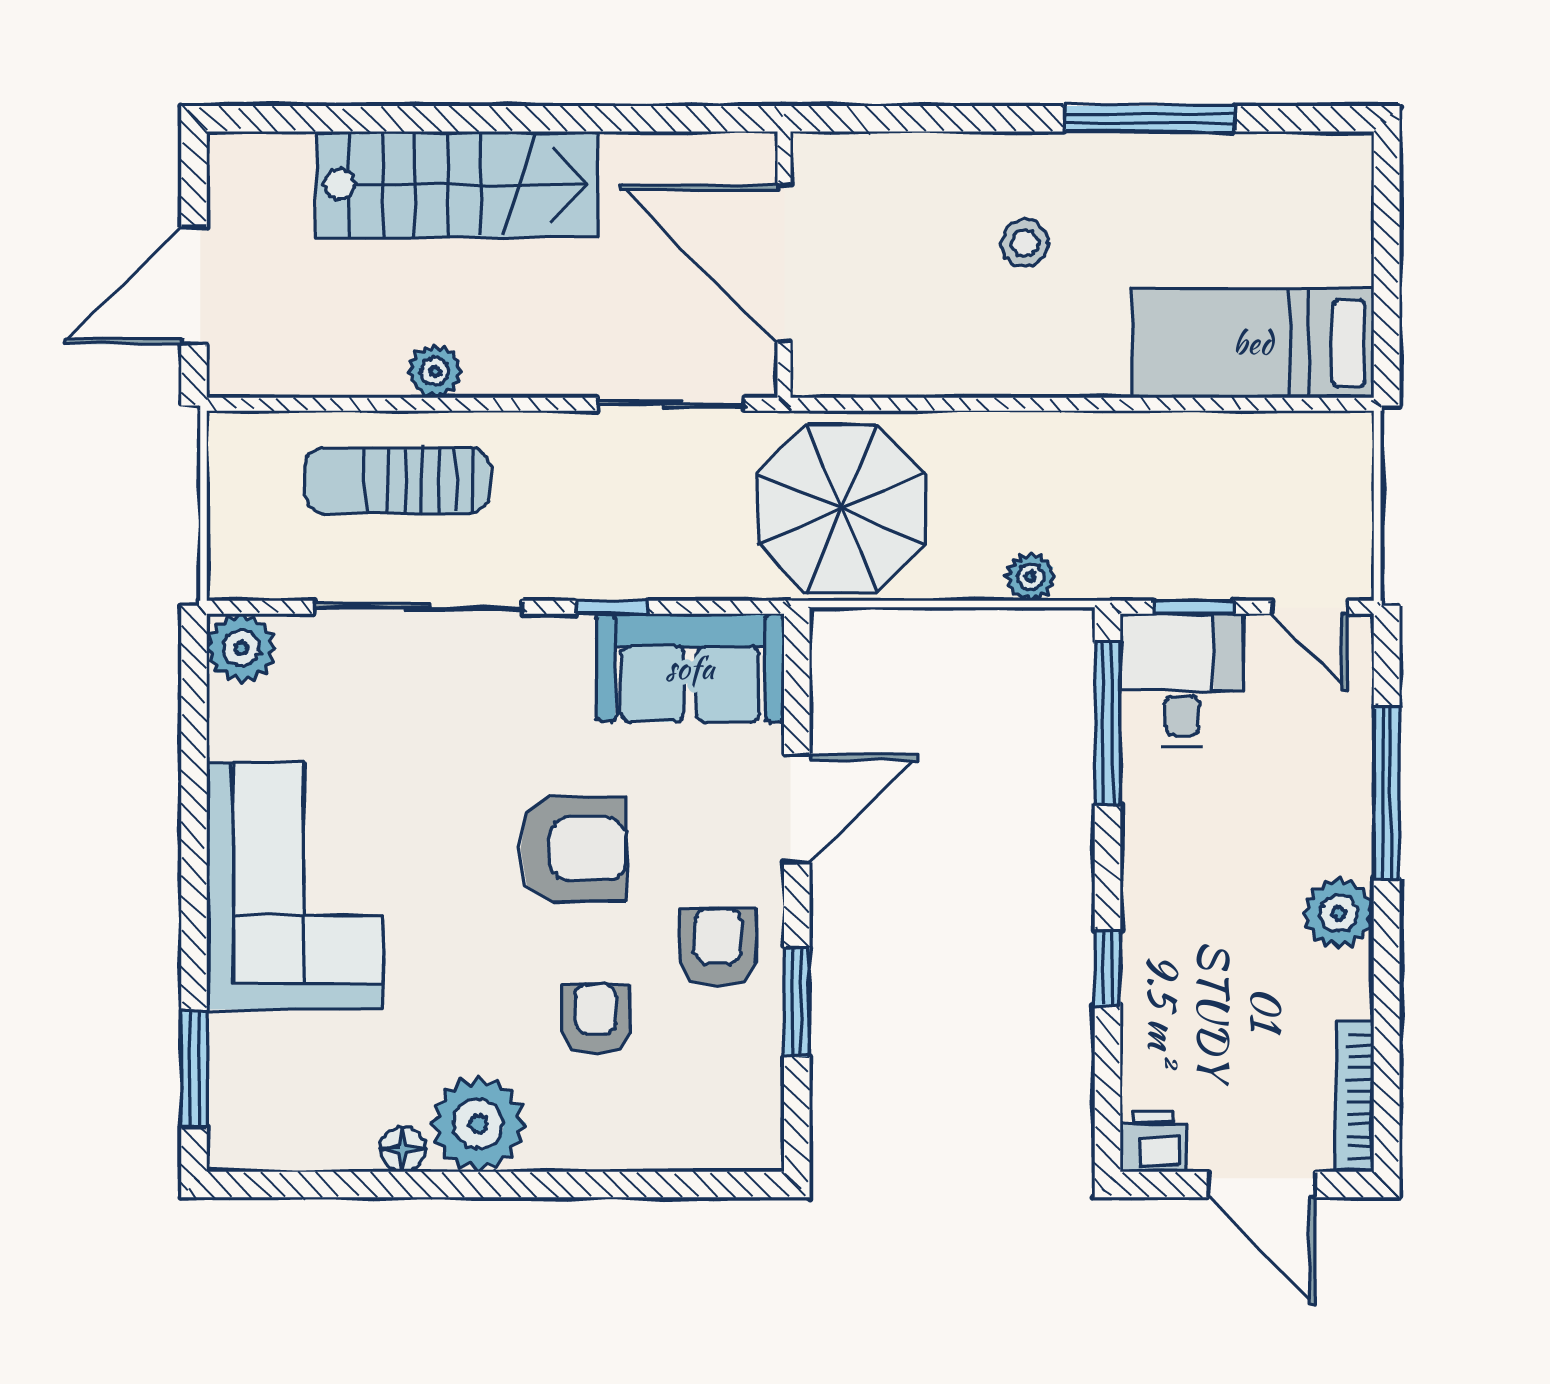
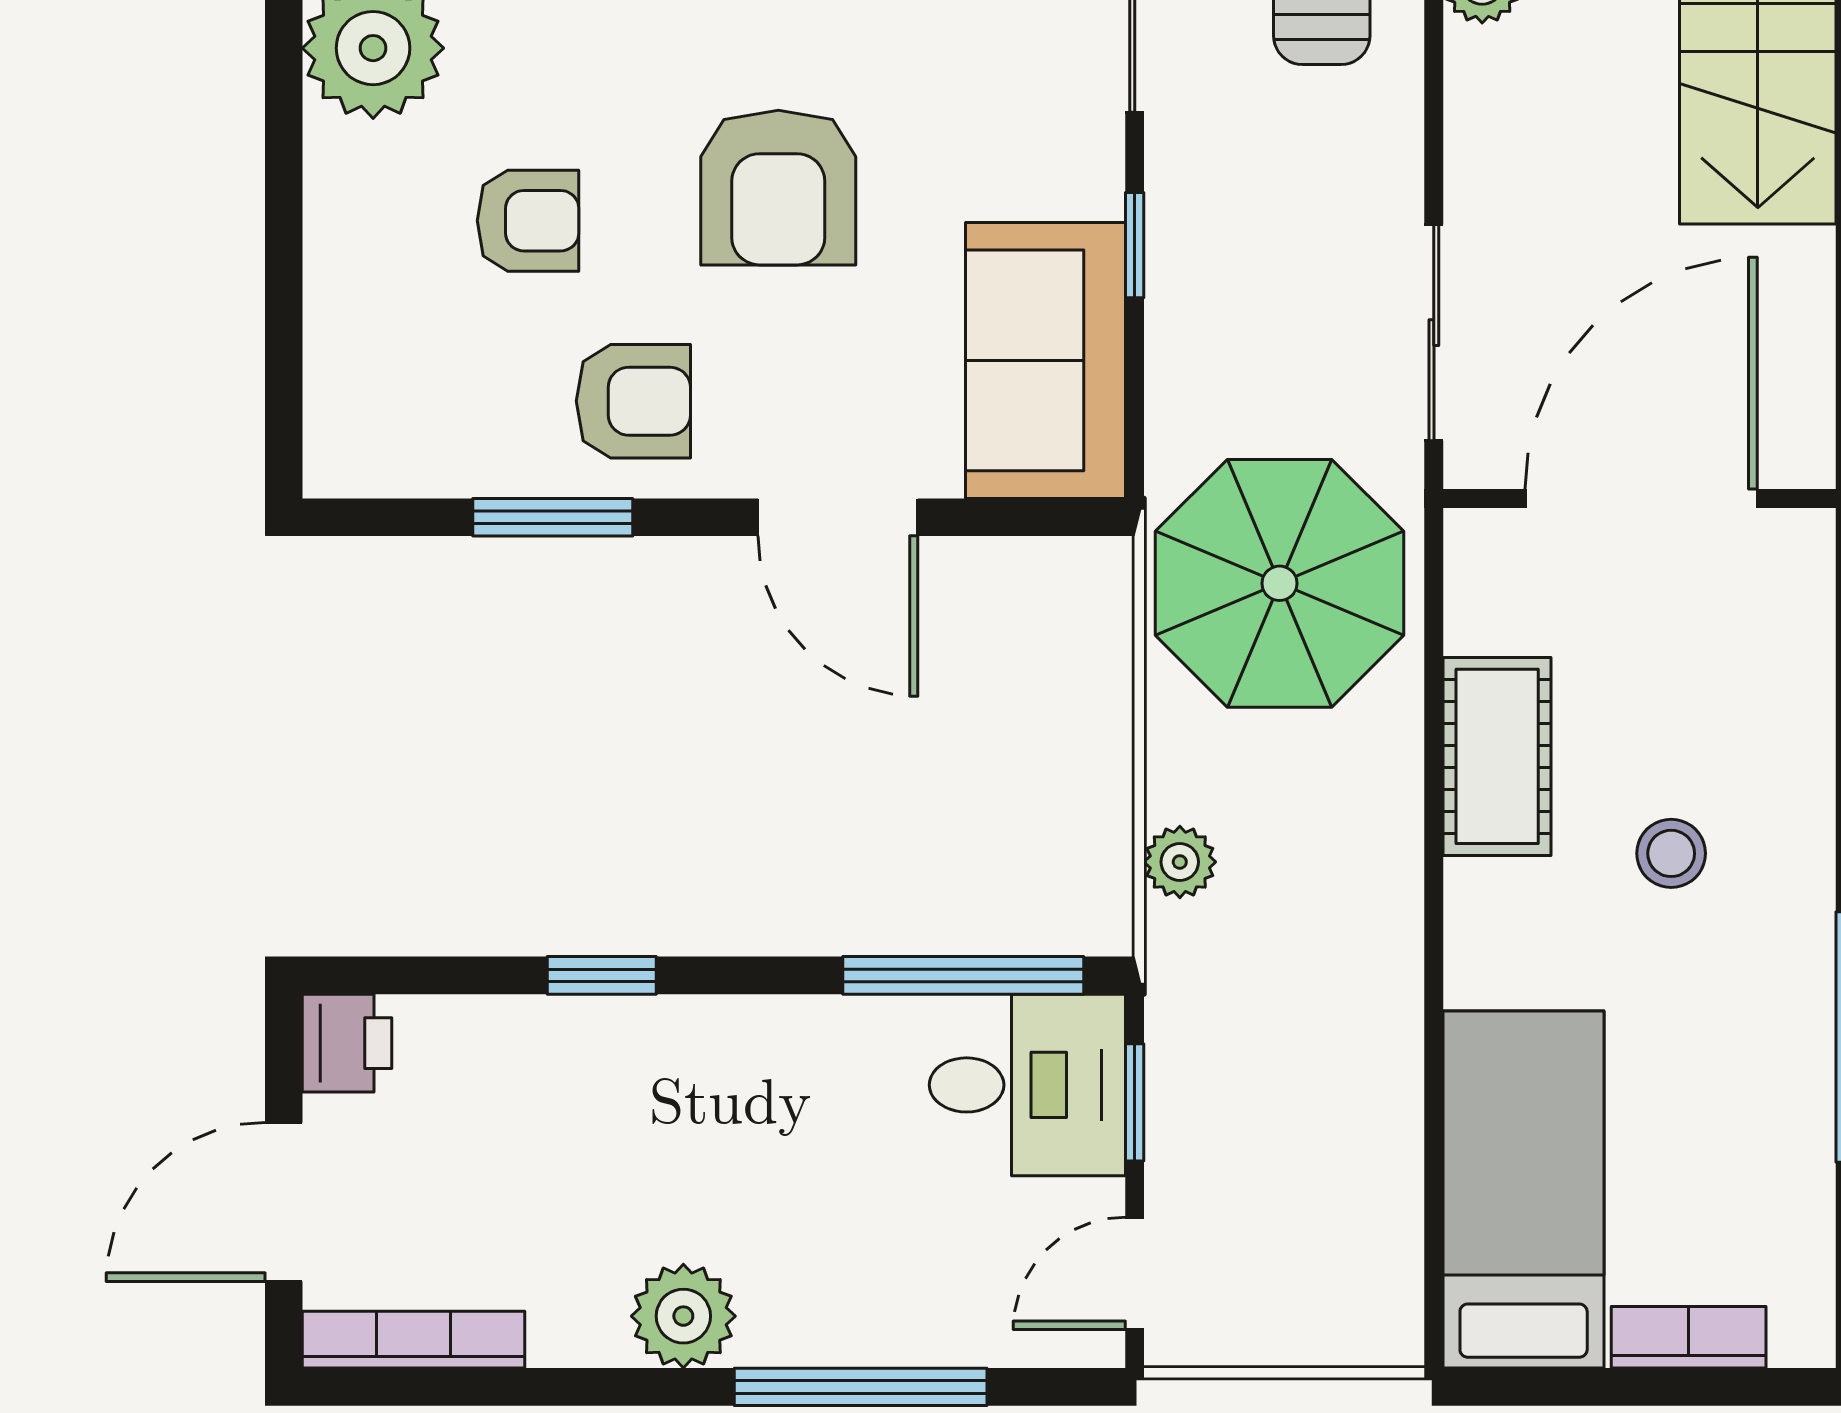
bookcase: (1353, 231) -> (1689, 1337), added
cot: (959, 361) -> (1497, 756), added

